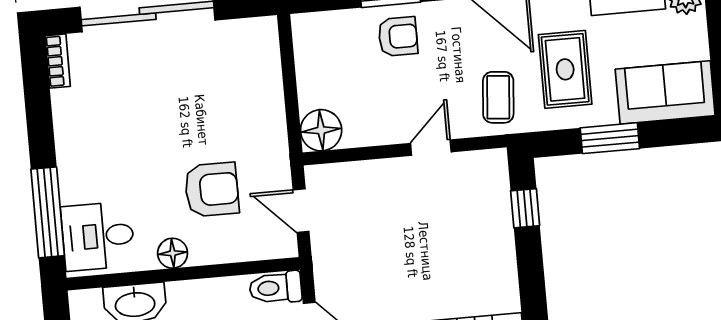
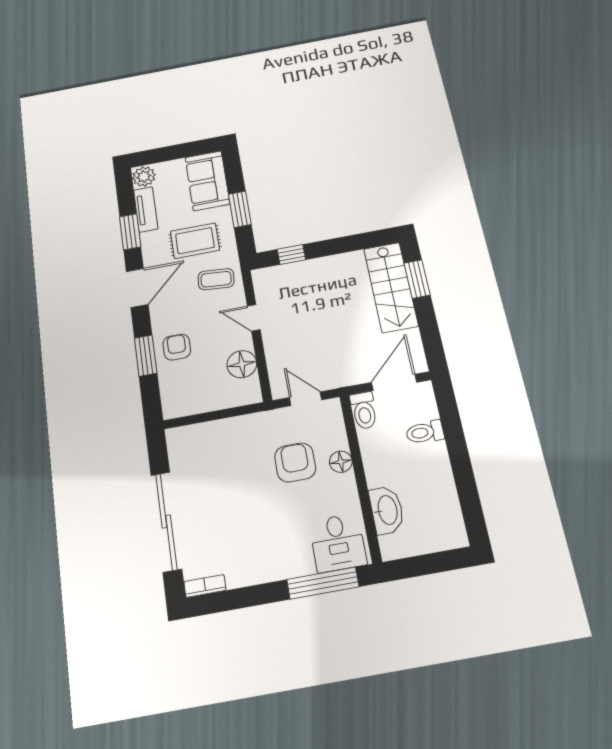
floor lamp: (321, 130) -> (242, 364), moved
door: (301, 211) -> (305, 399), swing flipped
floor lamp: (173, 253) -> (341, 462), moved

